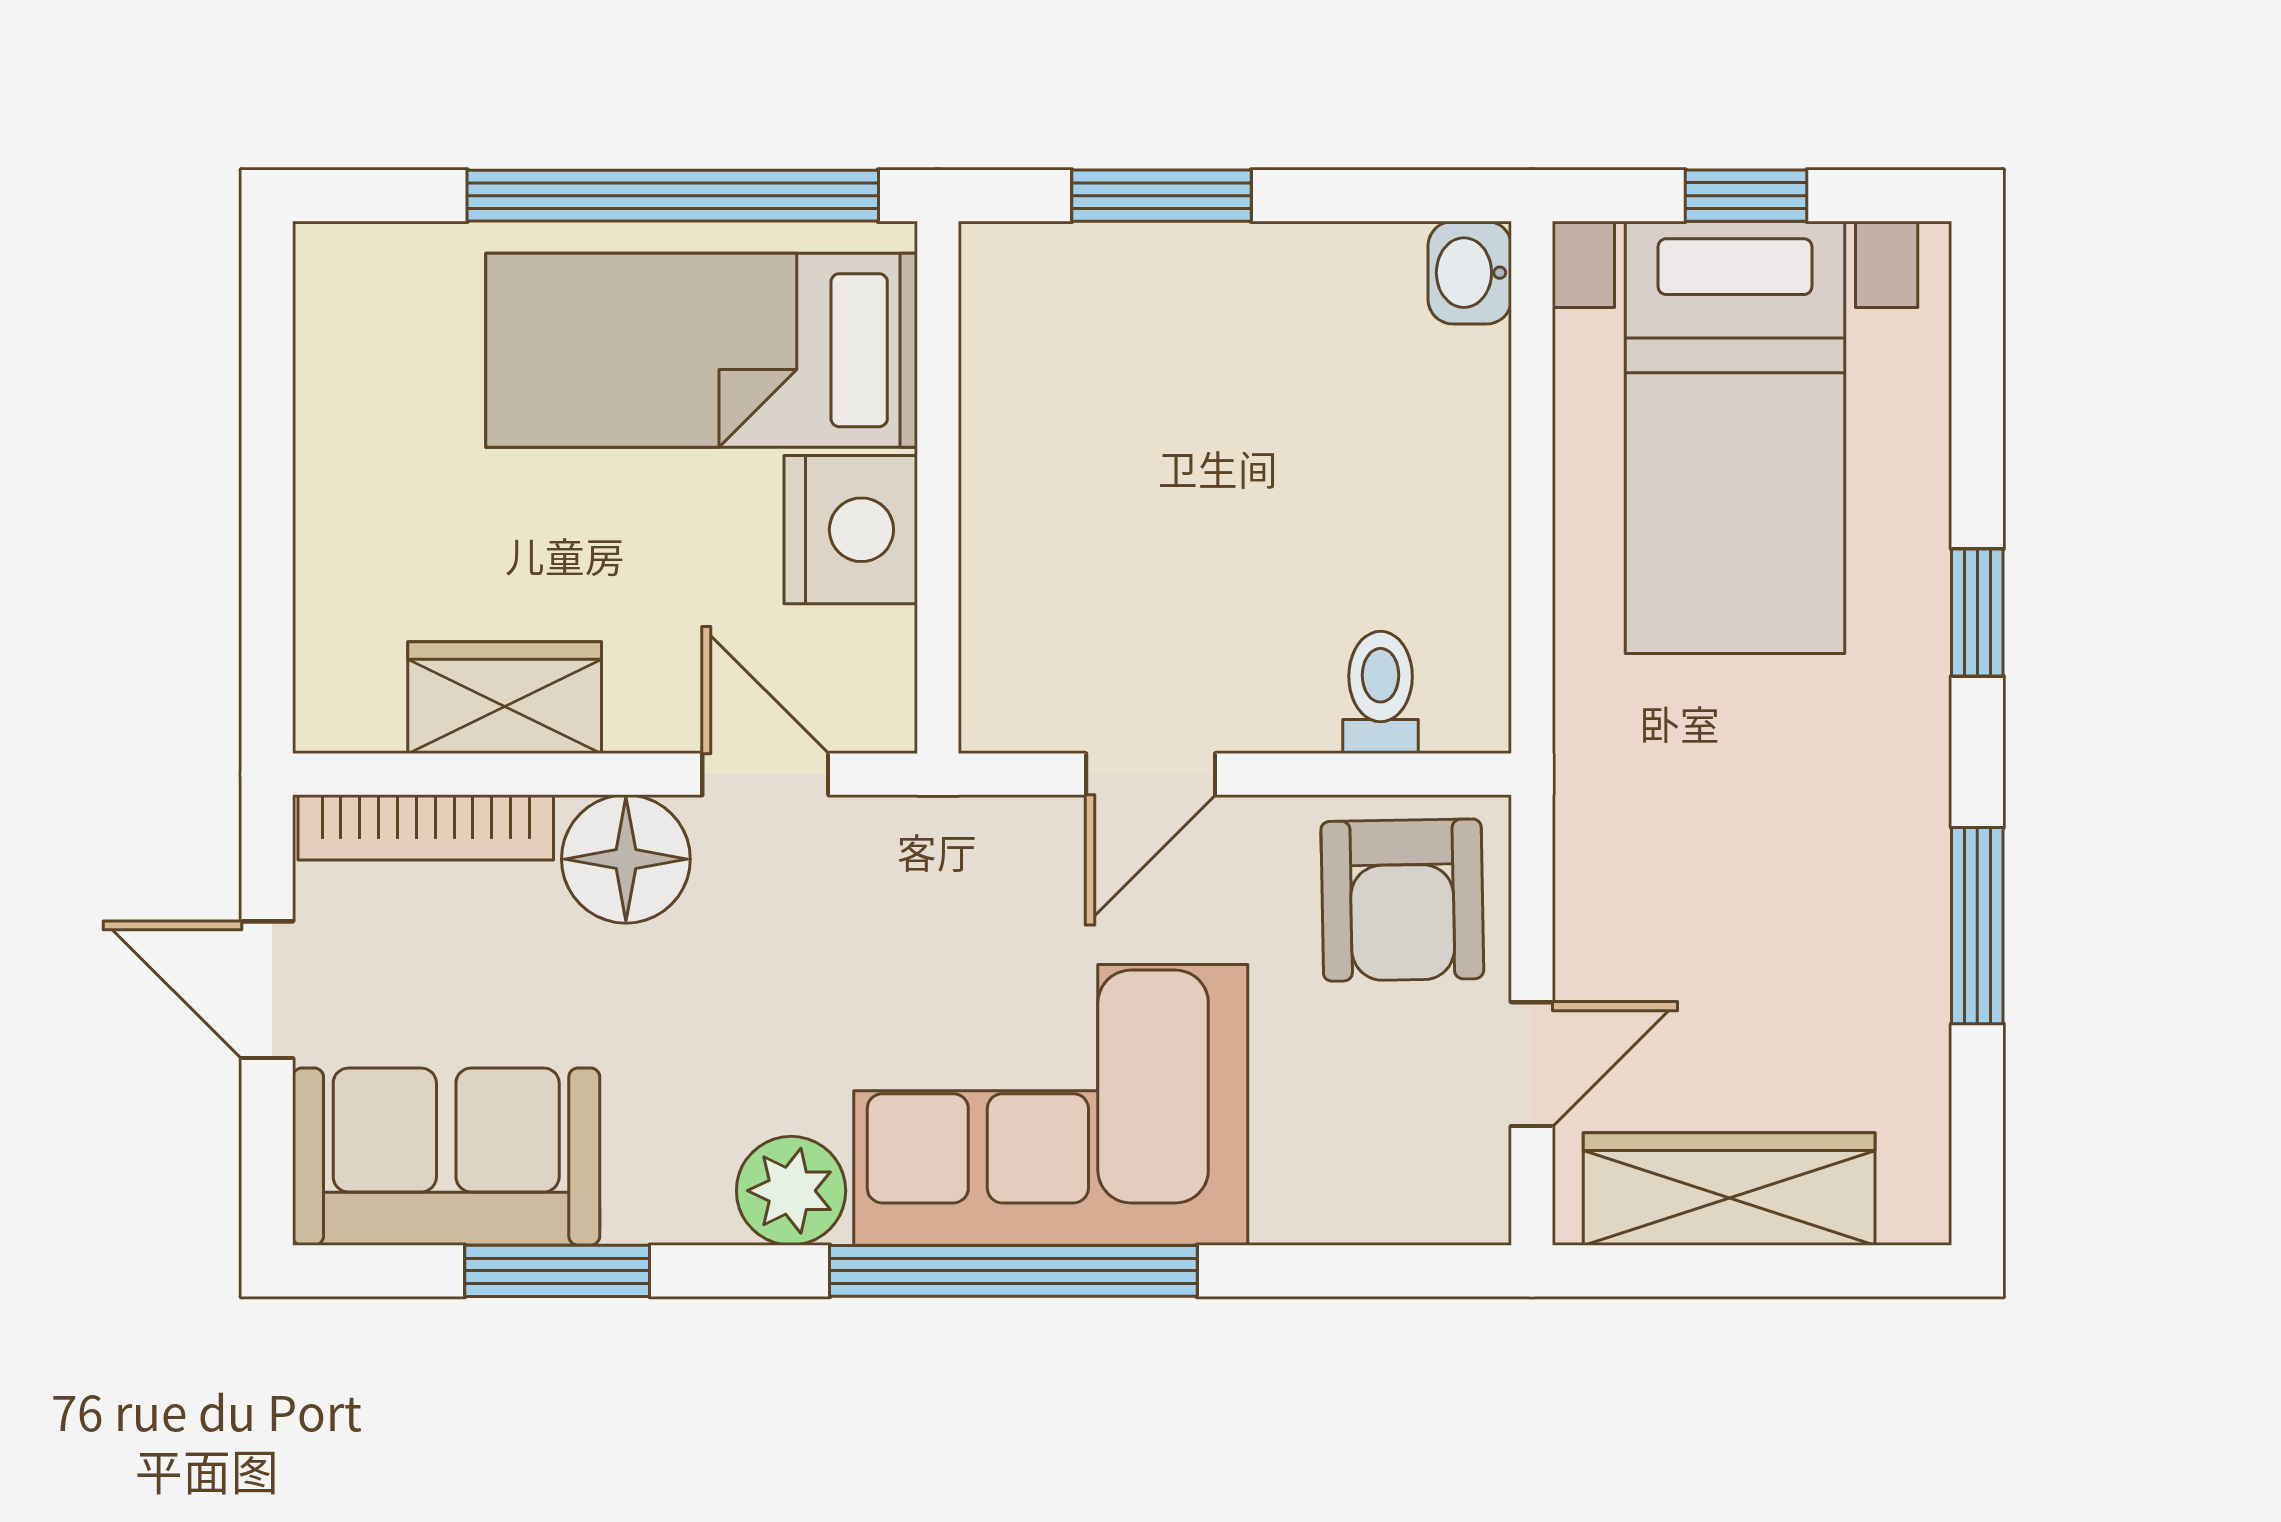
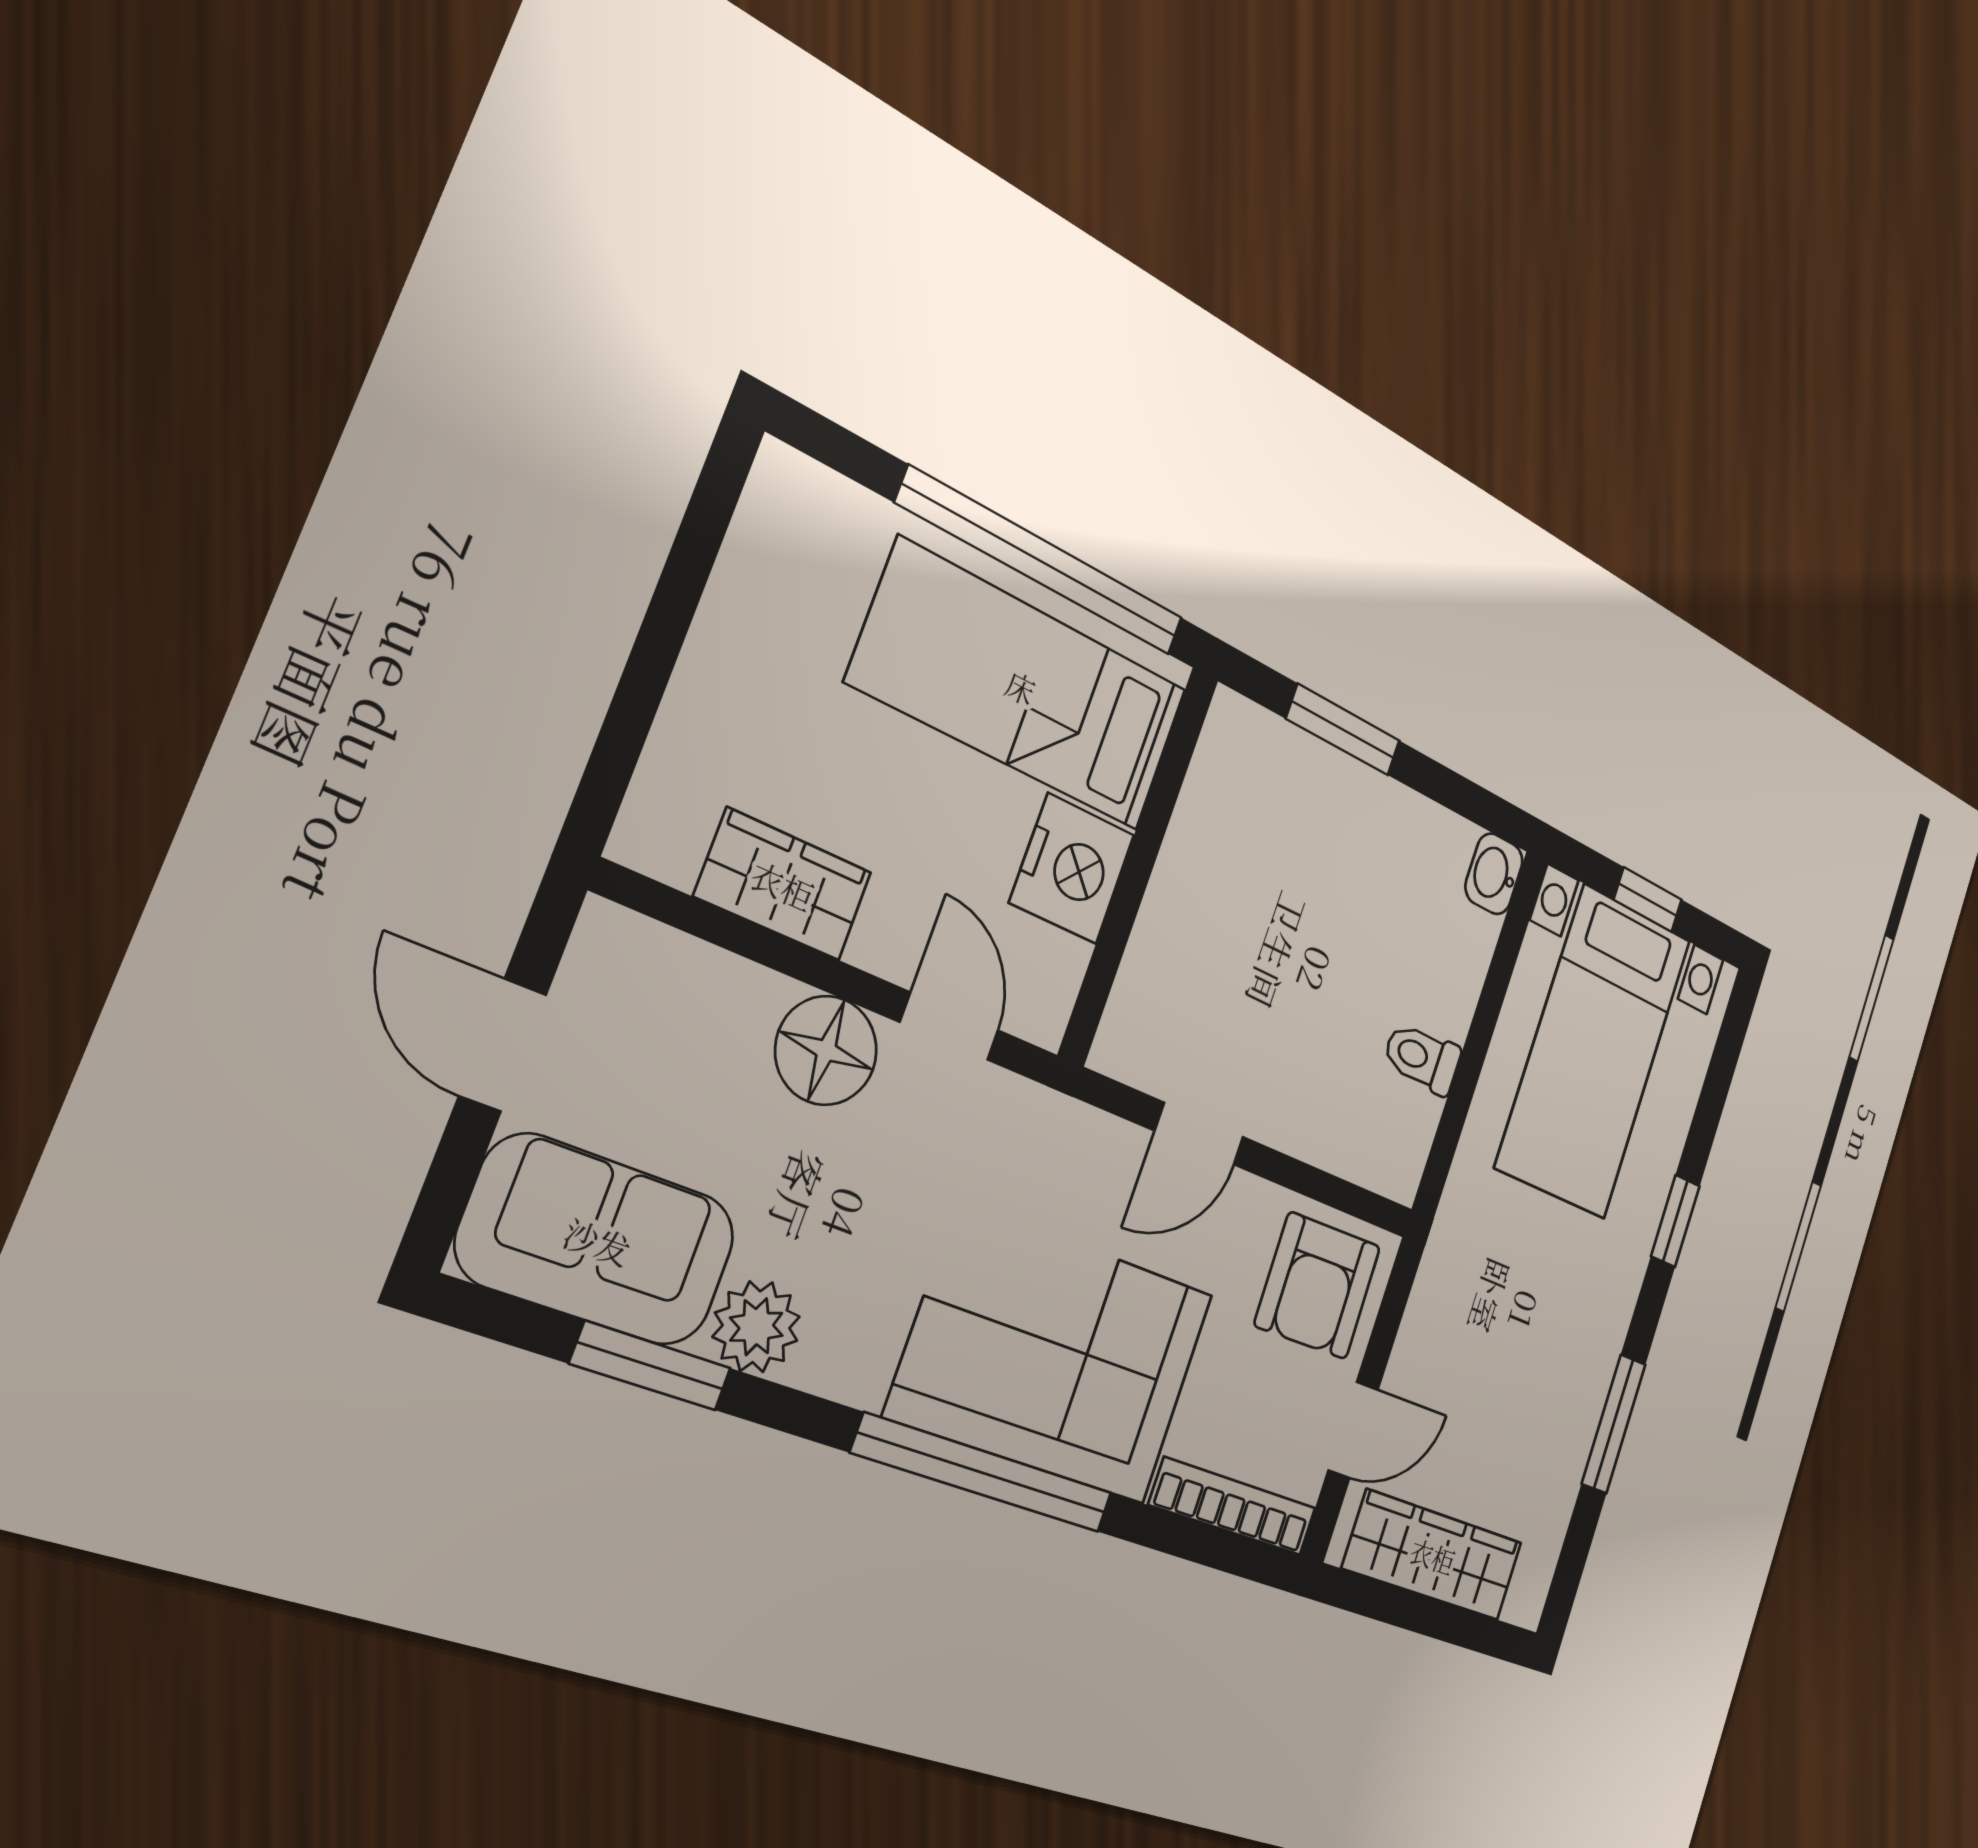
toilet: (1381, 692) -> (1422, 1058), moved, turned -90
bookcase: (426, 827) -> (1233, 1507), moved, turned 180
plant: (791, 1191) -> (756, 1327), moved

